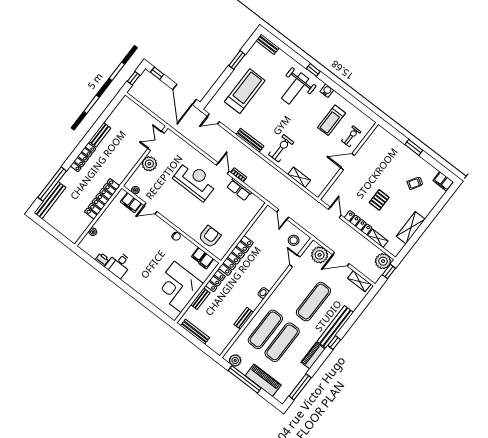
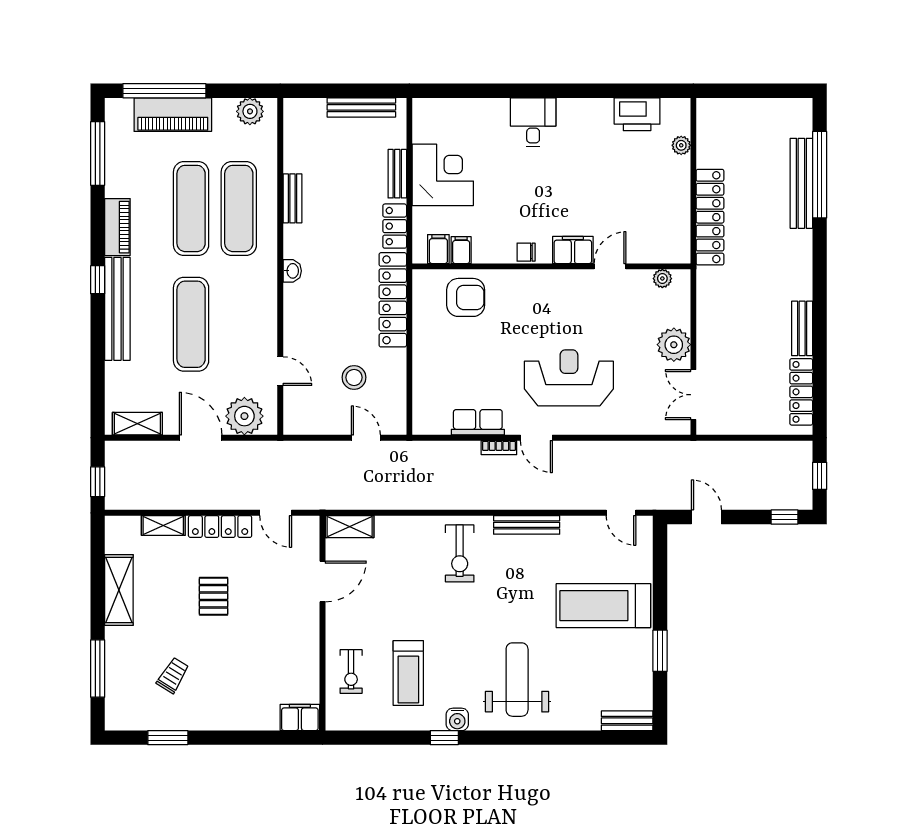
window: (313, 70) -> (444, 738), moved
treadmill: (245, 91) -> (603, 606), turned 90
door: (185, 94) -> (706, 517), width x0.53
door: (213, 119) -> (621, 513), swing flipped
treadmill: (332, 120) -> (408, 673), turned 180
double door: (156, 141) -> (693, 395), swing flipped
window: (414, 147) -> (168, 738), moved
locker: (83, 157) -> (801, 392), moved
door: (348, 162) -> (322, 582), moved
shelving: (299, 177) -> (350, 527), moved
reception desk: (195, 181) -> (569, 378), turned 180
filing cabinet: (443, 181) -> (300, 717), moved
bench: (50, 200) -> (801, 183), moved
filing cabinet: (131, 203) -> (573, 250), moved
window: (440, 206) -> (98, 669), added
armchair: (210, 237) -> (466, 297), turned -90
stool: (294, 240) -> (354, 377), moved
printer: (102, 259) -> (637, 114), width x1.87, depth x1.48
door: (341, 259) -> (201, 438), hinge flipped
plant: (383, 261) -> (122, 492), removed
desk: (119, 265) -> (533, 122), moved
corner desk: (178, 287) -> (443, 175), width x0.74, depth x0.74
window: (245, 379) -> (164, 91), moved

